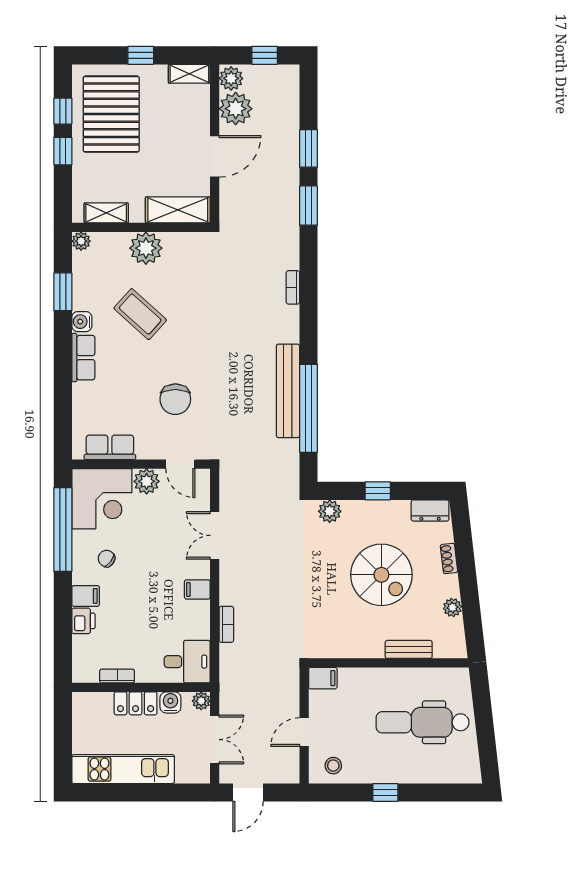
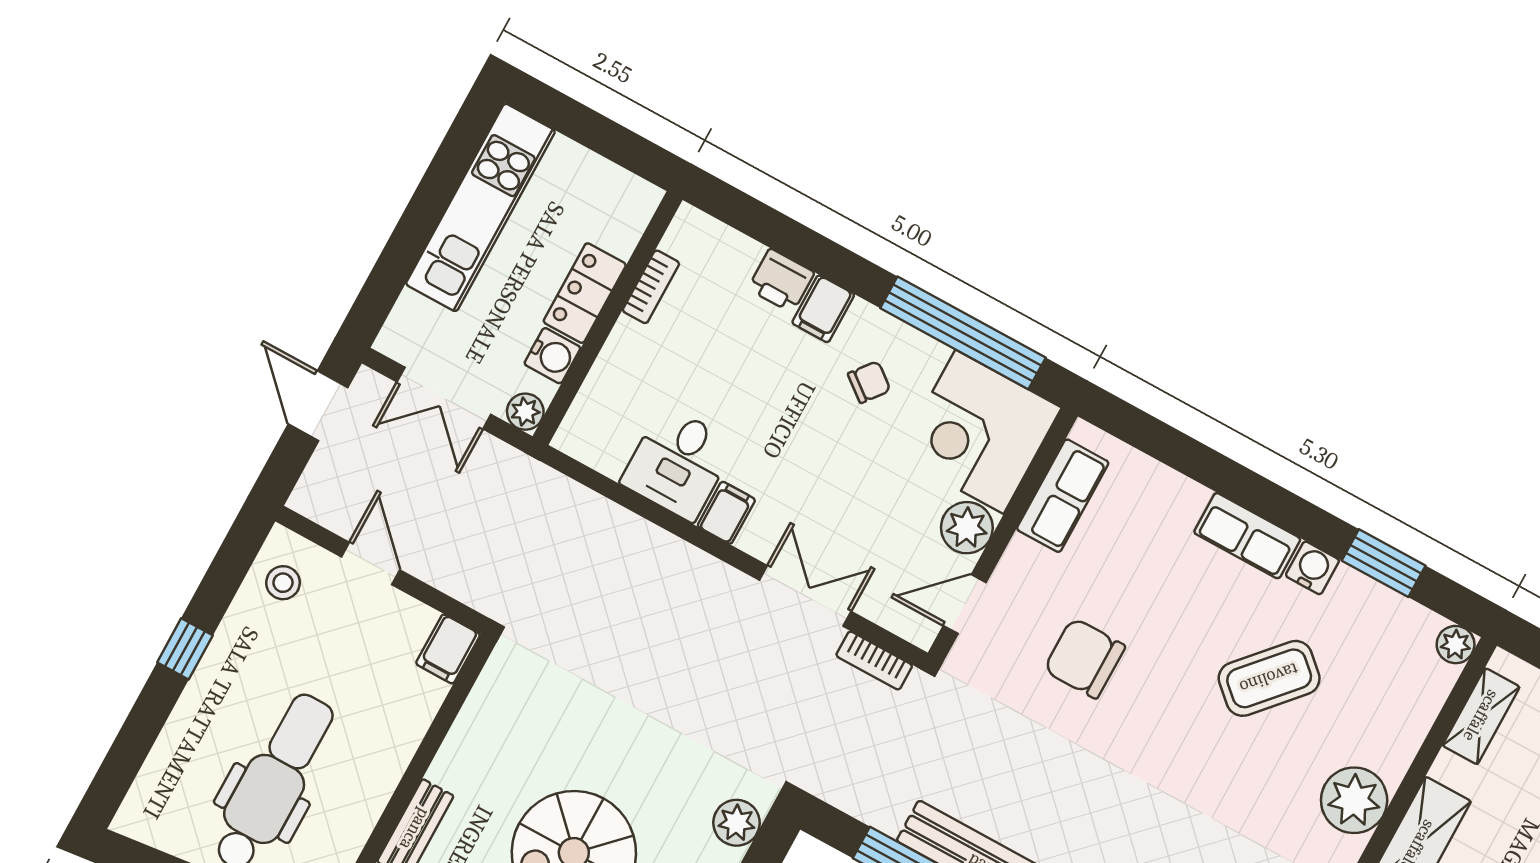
plant: (146, 248) -> (1354, 800), moved
bookcase: (226, 624) -> (874, 660), moved
desk: (187, 662) -> (678, 463), moved

